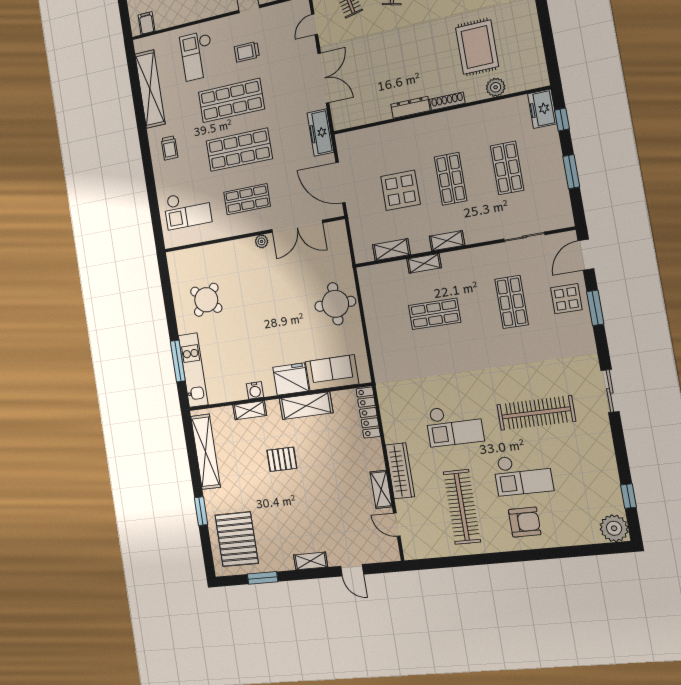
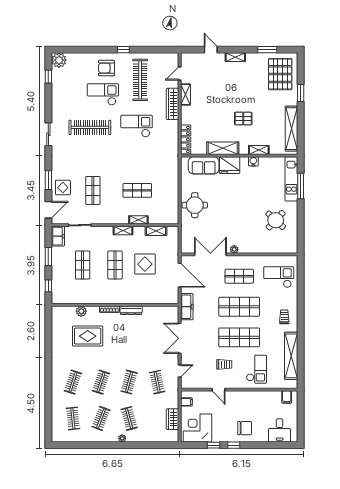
rug: (477, 47) -> (88, 336), turned 90
freezer: (542, 109) -> (58, 236), moved
door: (397, 525) -> (180, 73), swing flipped
window: (500, 558) -> (123, 50), added

